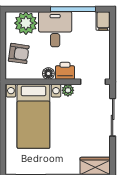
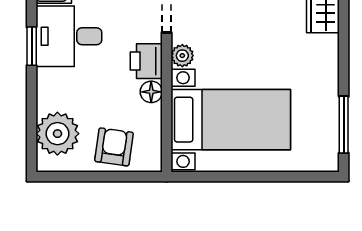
window: (73, 9) -> (32, 46), width x0.46
desk: (55, 29) -> (69, 36), moved

